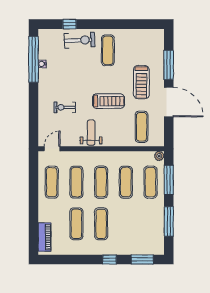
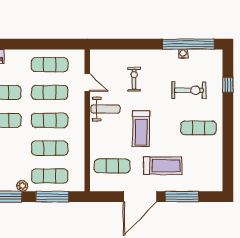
exercise bike: (80, 40) -> (189, 90), moved, turned -87
treadmill: (141, 82) -> (163, 166), turned 180
door: (52, 149) -> (87, 82), moved
plant: (159, 156) -> (22, 186), moved

